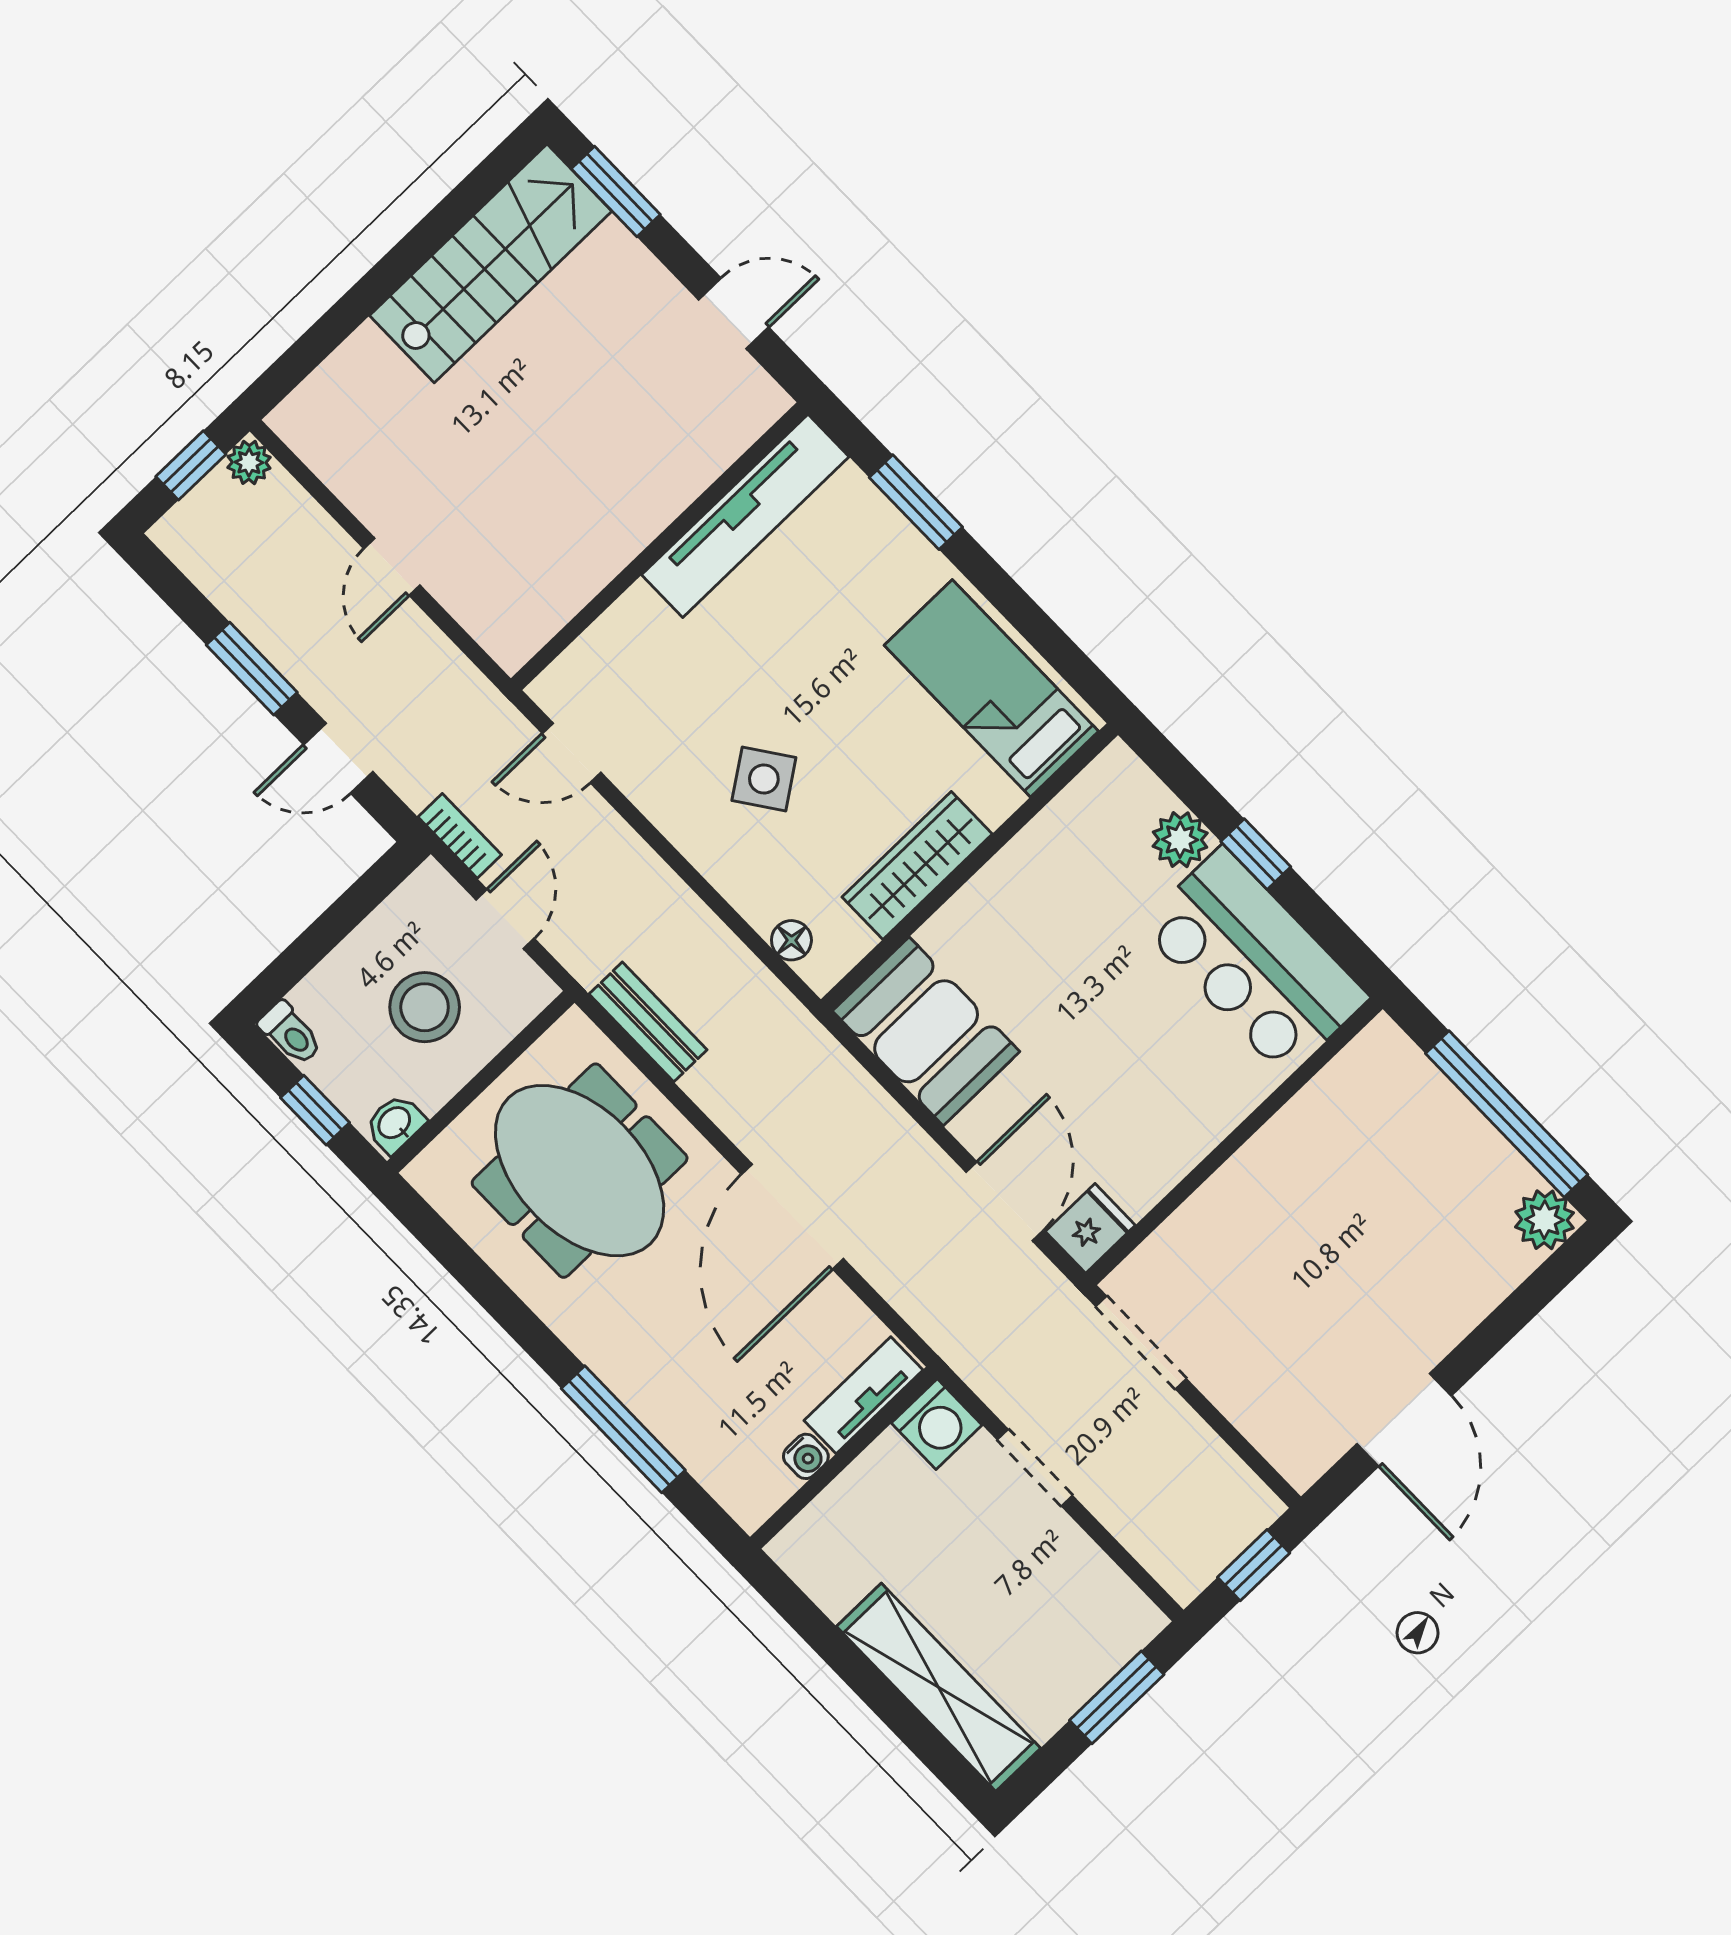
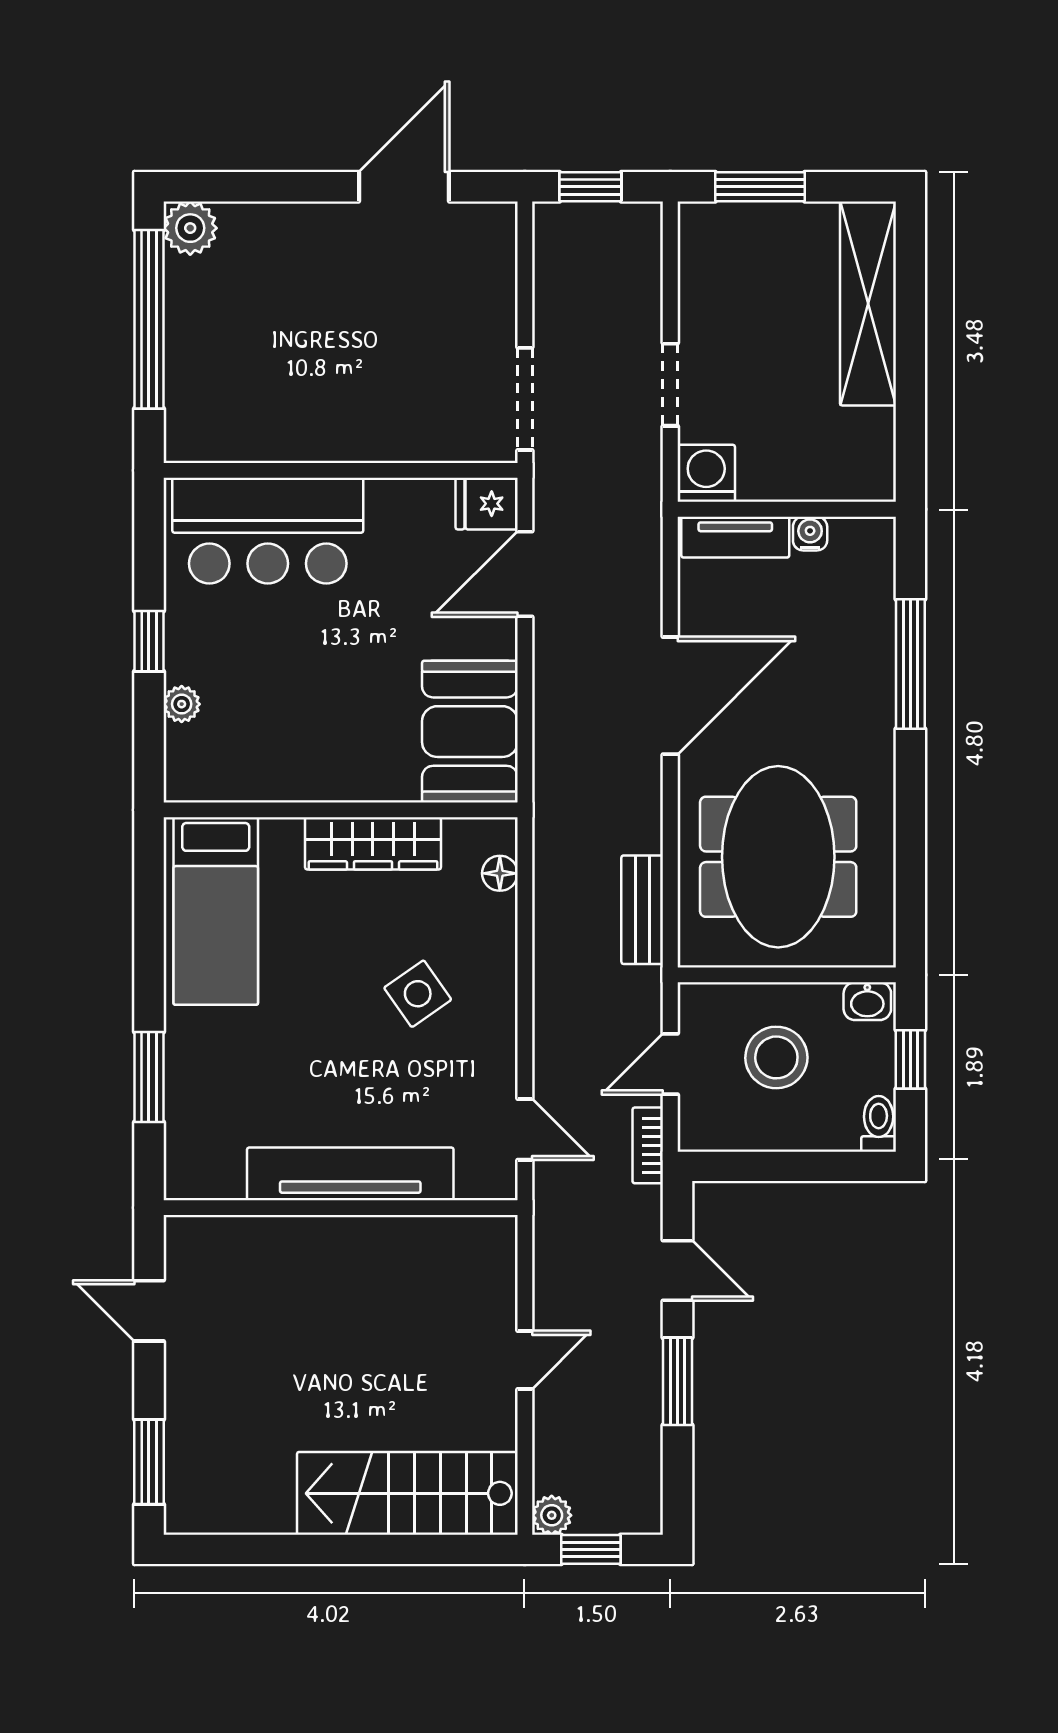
stairs: (491, 263) -> (407, 1493), moved
tv unit: (745, 516) -> (350, 1174), moved
plant: (1180, 840) -> (182, 704), width x0.73, depth x0.73
bar counter: (1254, 962) -> (268, 531), moved, turned 90

